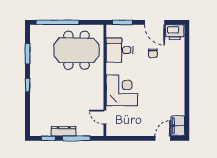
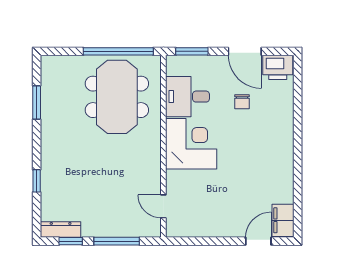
window: (57, 22) -> (118, 51), moved
meeting table: (77, 50) -> (117, 97), turned 90
window: (28, 85) -> (37, 181), moved
corner desk: (122, 90) -> (191, 144), moved
dresser: (64, 131) -> (61, 230), moved

